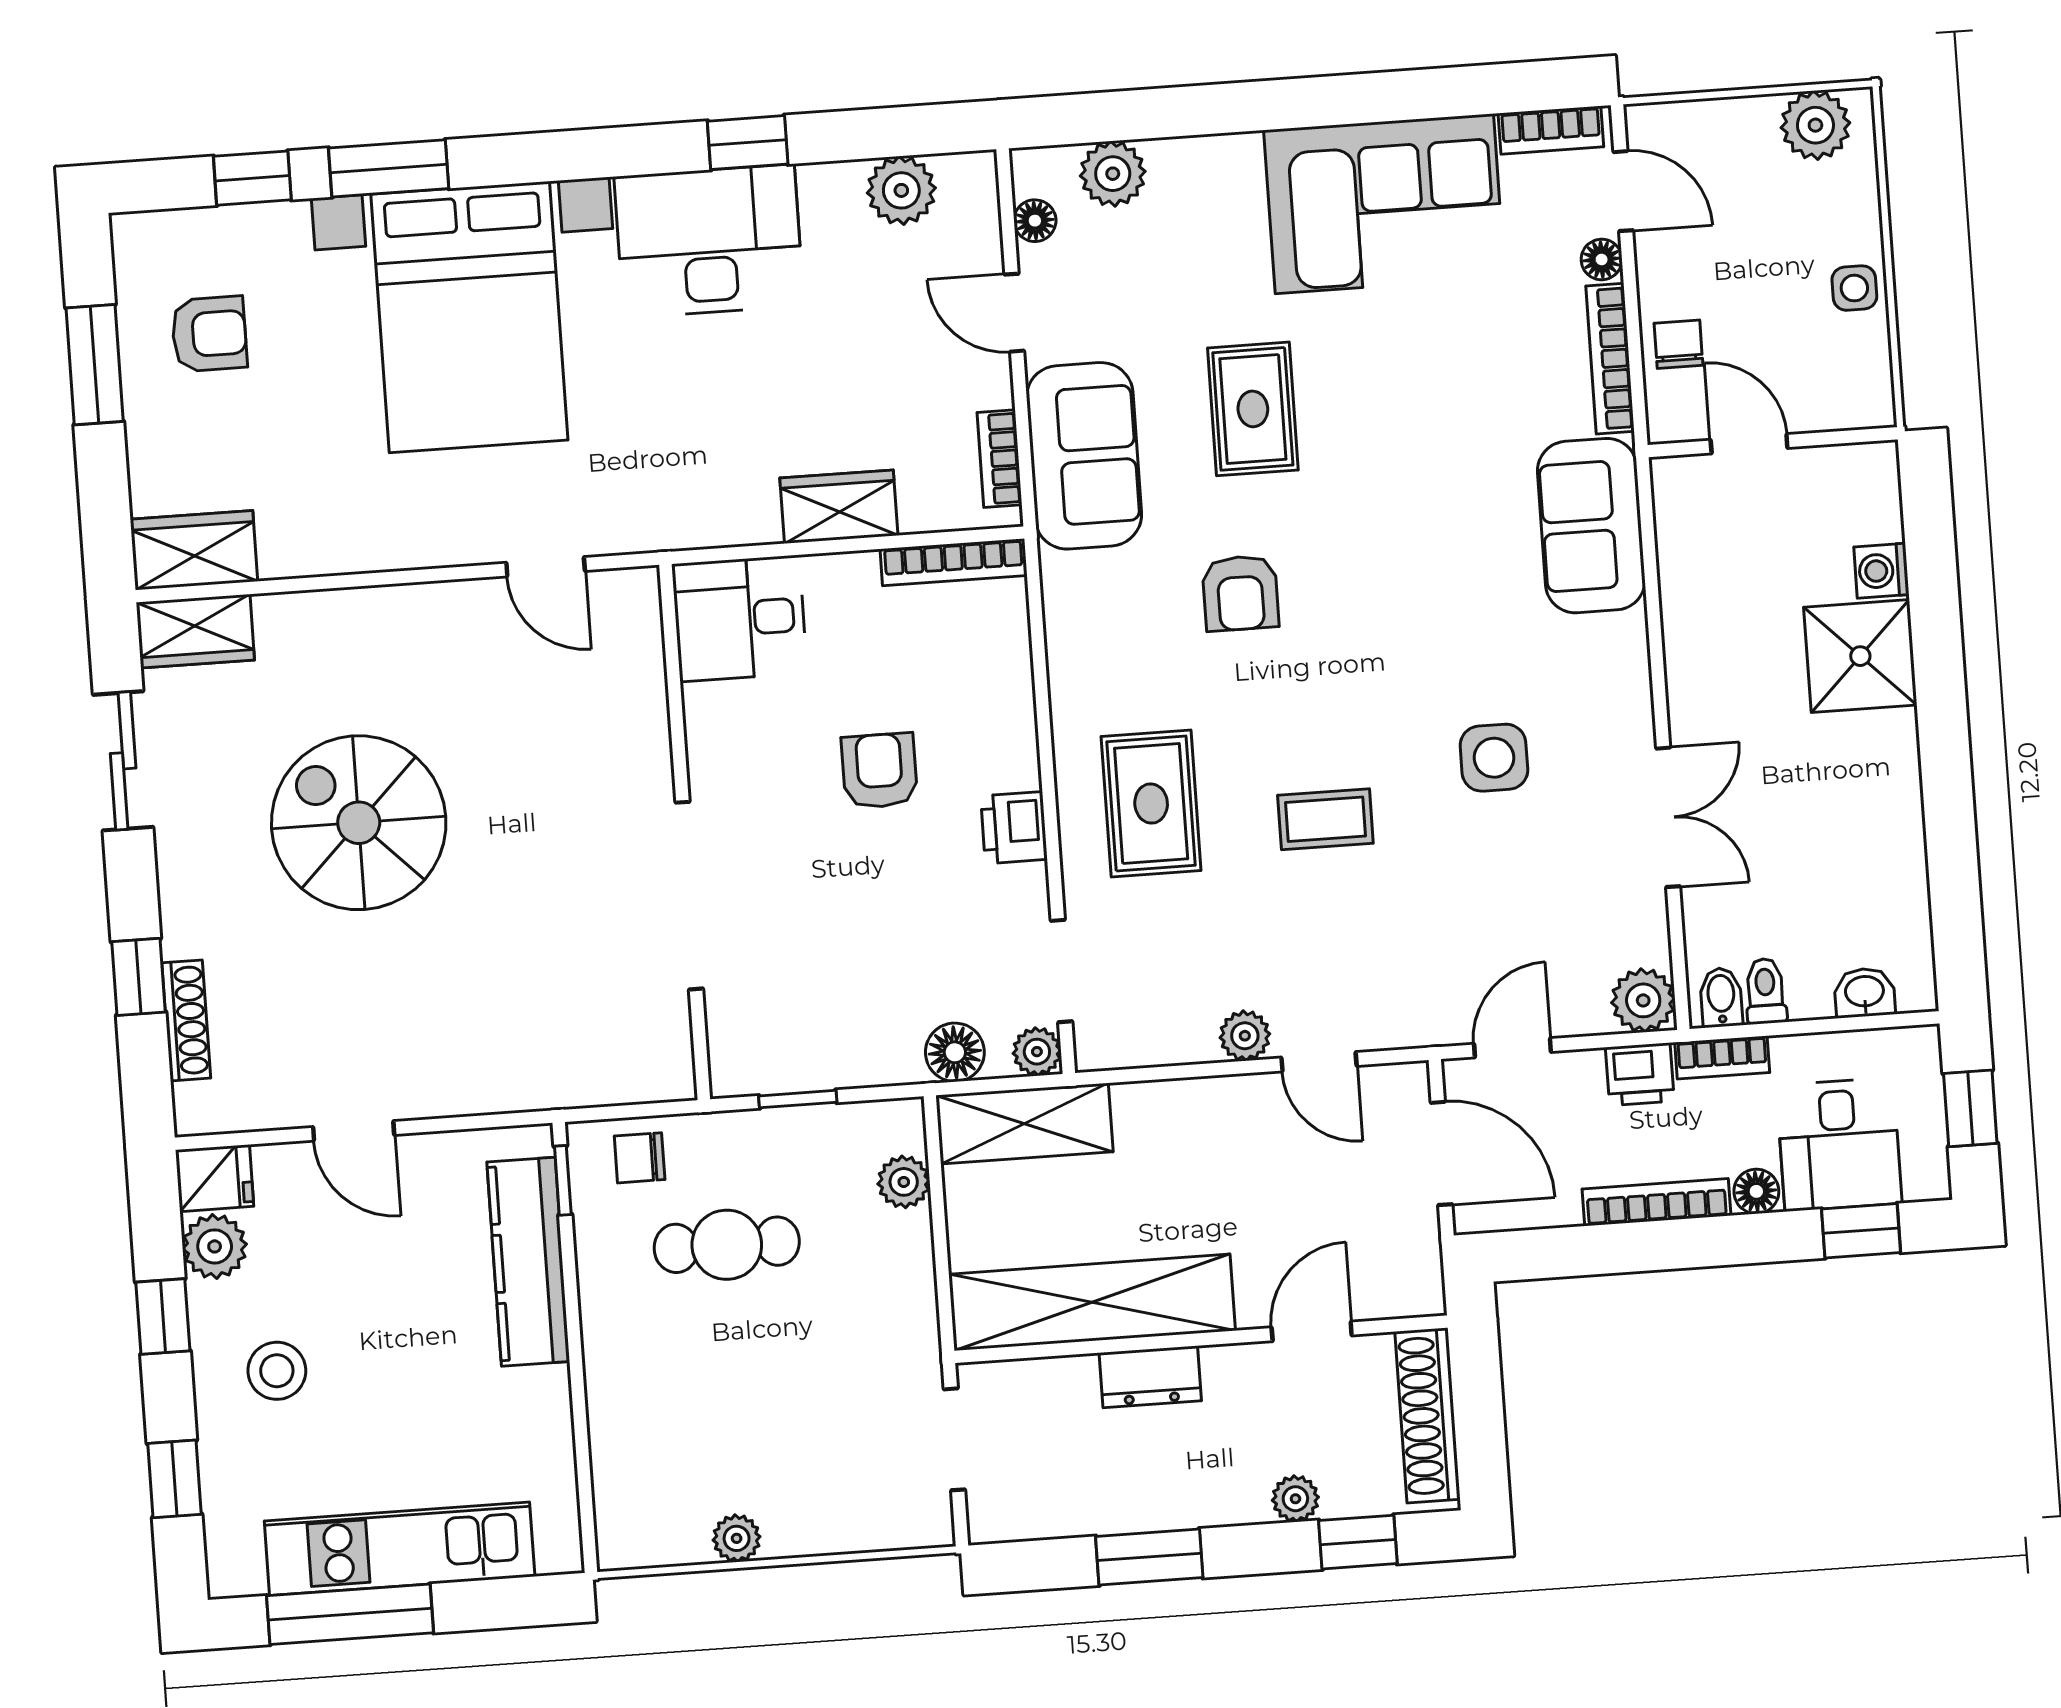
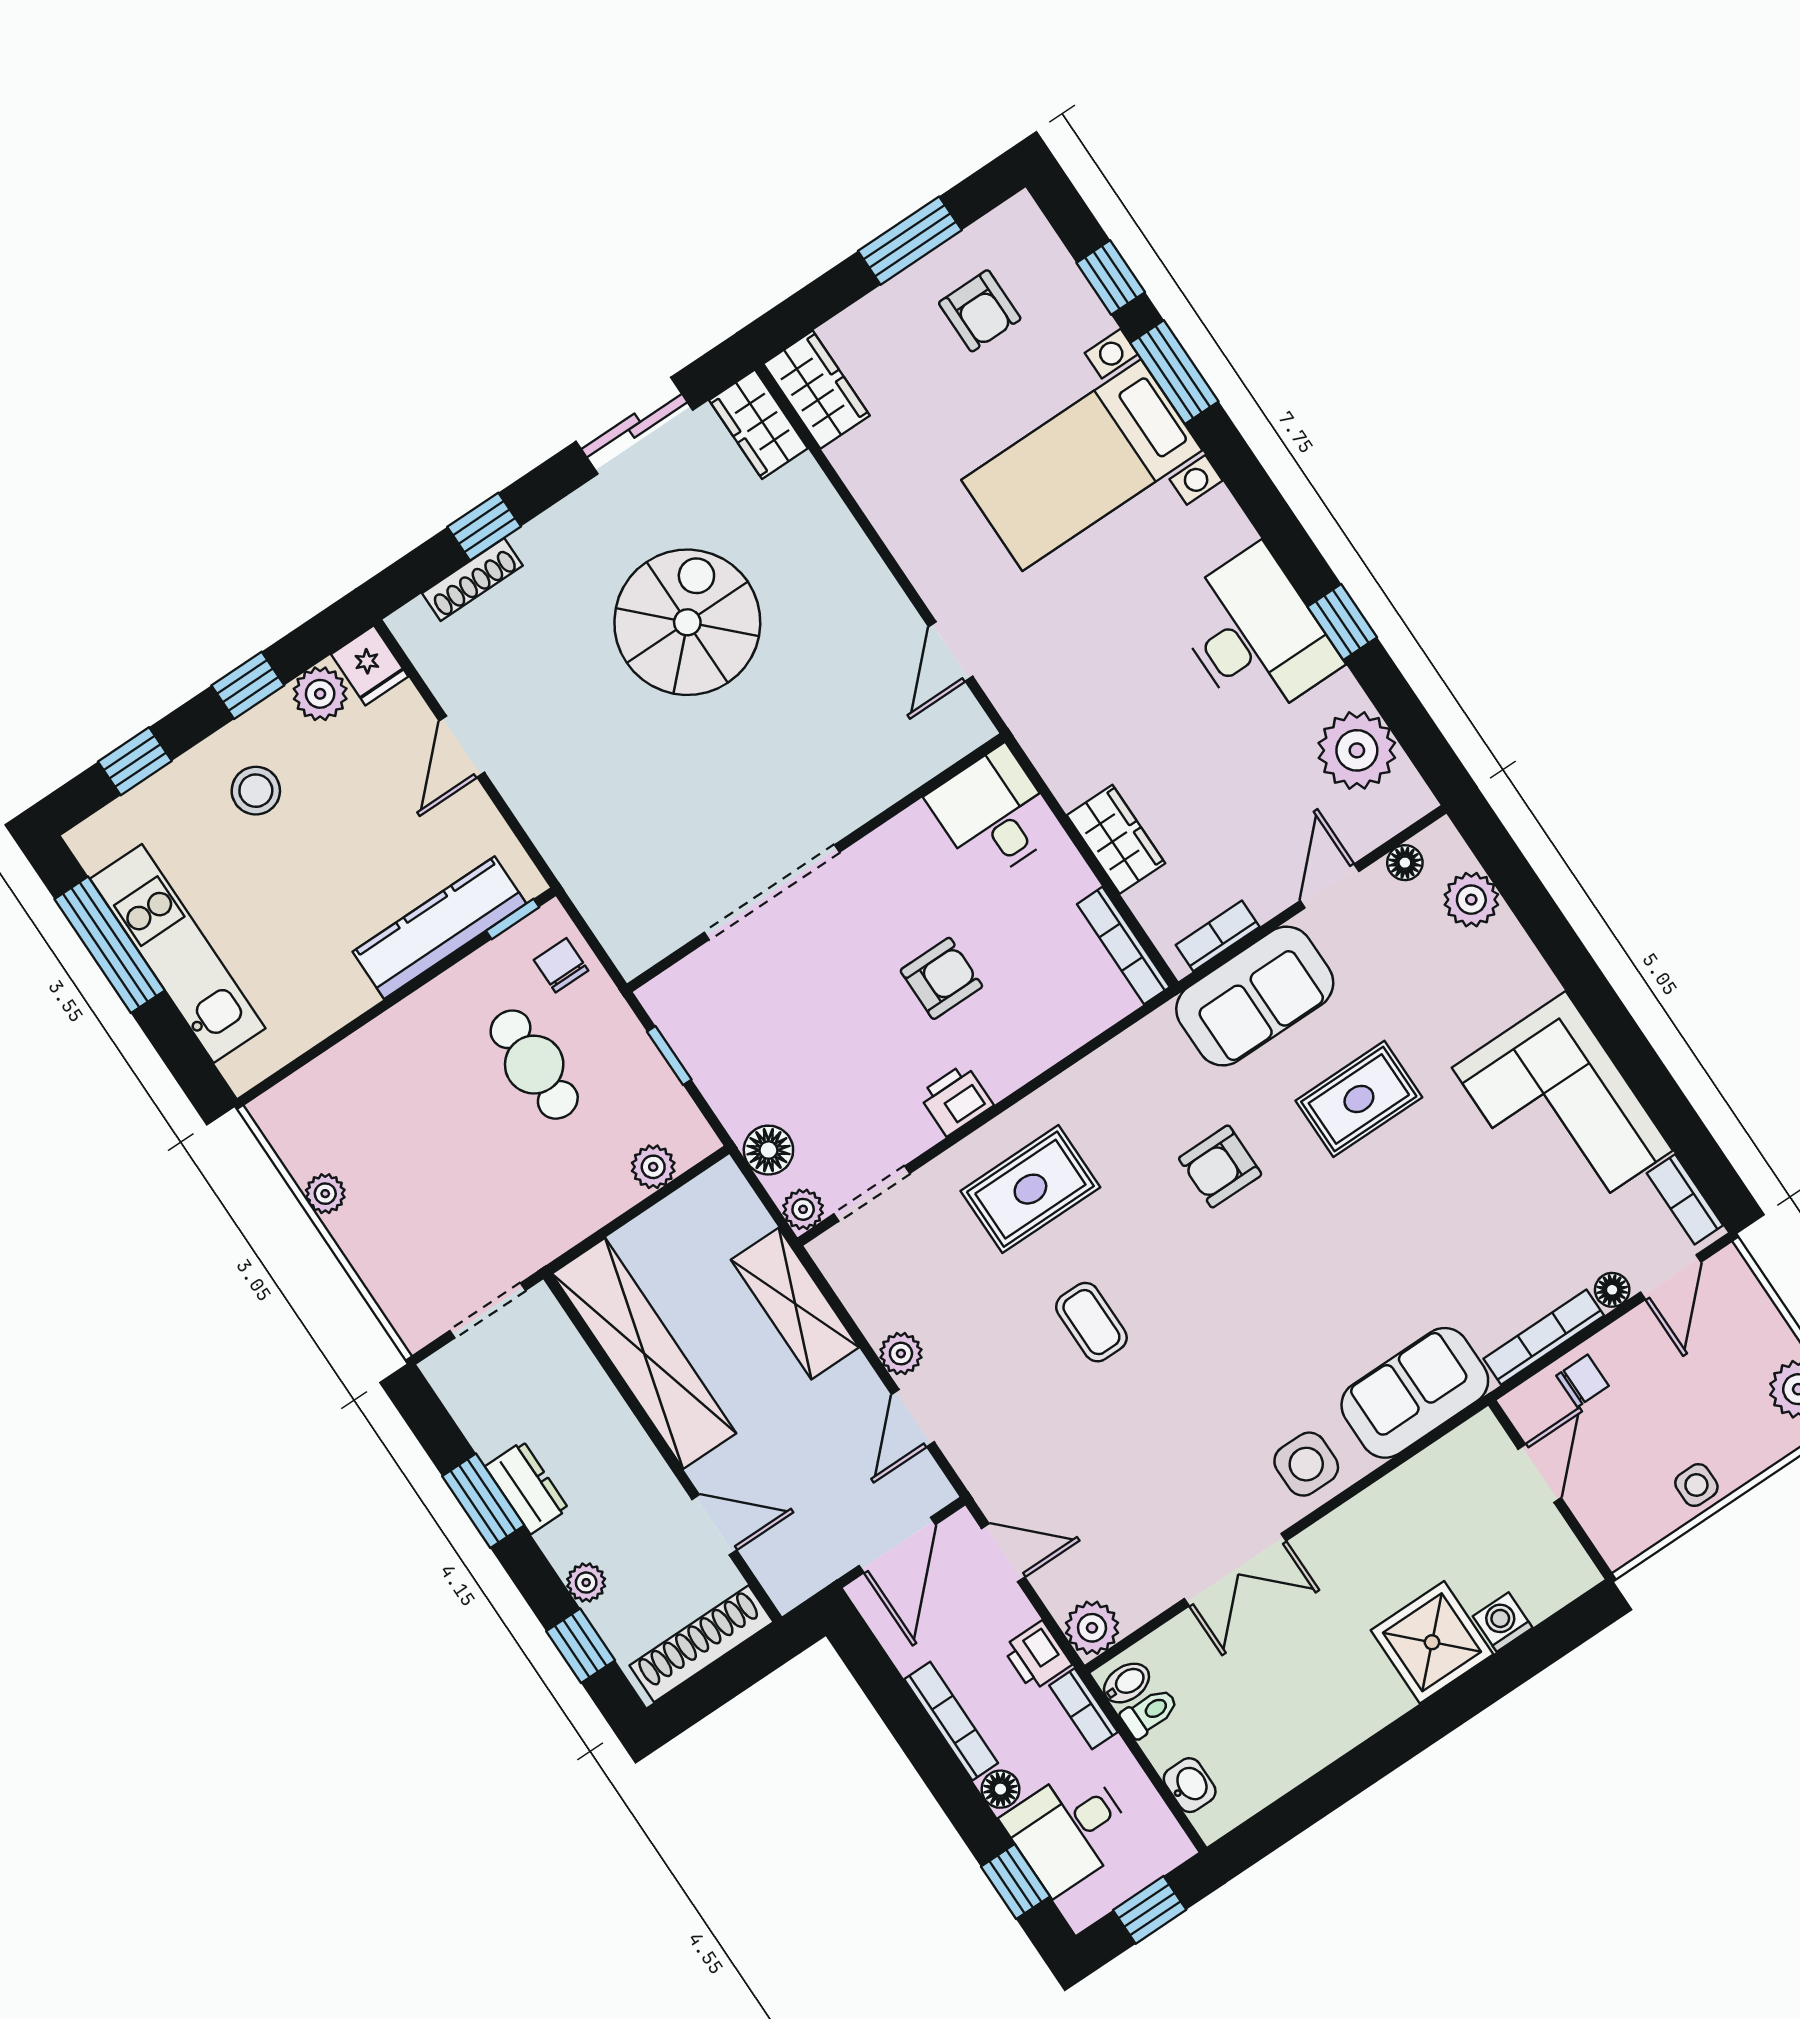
plant: (901, 190) -> (1357, 750), width x1.36, depth x1.36
bed with nightstands: (469, 317) -> (1082, 465), width x0.73
side table: (1494, 758) -> (1306, 1464), moved
shelving: (1024, 1124) -> (795, 1304), moved
dresser: (1150, 1377) -> (527, 1488), moved, turned 180

